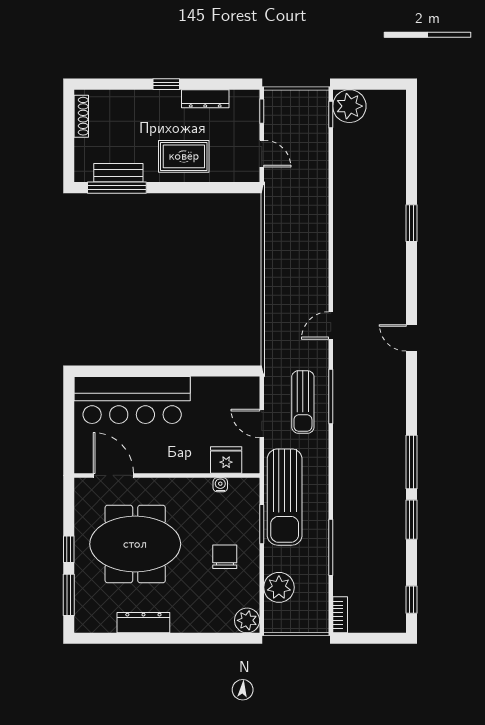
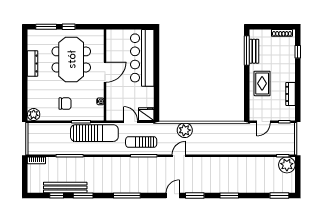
window: (166, 84) -> (298, 52), moved
window: (412, 121) -> (279, 196), added
window: (412, 293) -> (195, 196), added
door: (331, 325) -> (179, 156), hinge flipped
door: (262, 423) -> (131, 122), hinge flipped
fridge: (226, 460) -> (146, 114), moved, turned -90
window: (412, 462) -> (127, 196), moved
door: (113, 475) -> (105, 72), moved
sun lounger: (285, 497) -> (94, 133), turned 180
bench: (395, 556) -> (65, 187), added
plant: (279, 587) -> (185, 130), moved
window: (412, 600) -> (57, 196), moved

